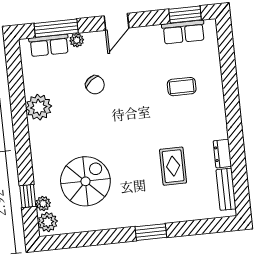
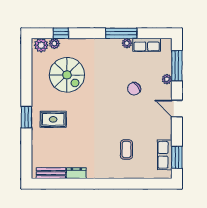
row of seats: (49, 45) -> (147, 45), moved, turned -90
plant: (39, 107) -> (127, 43), width x0.53, depth x0.53
window: (19, 111) -> (121, 33), added
rug: (173, 166) -> (53, 119), moved

